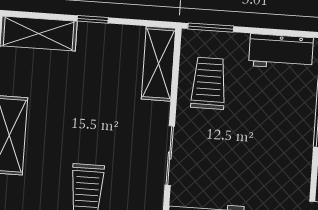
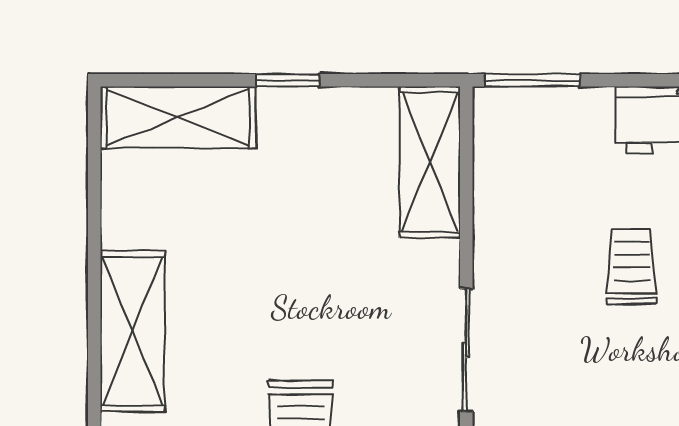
trolley: (209, 83) -> (631, 266), moved, width x0.73, depth x0.72

